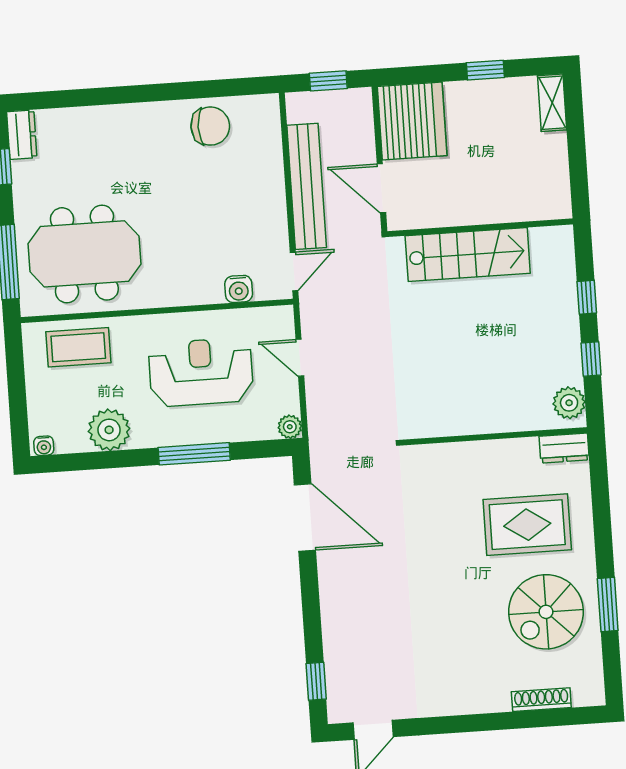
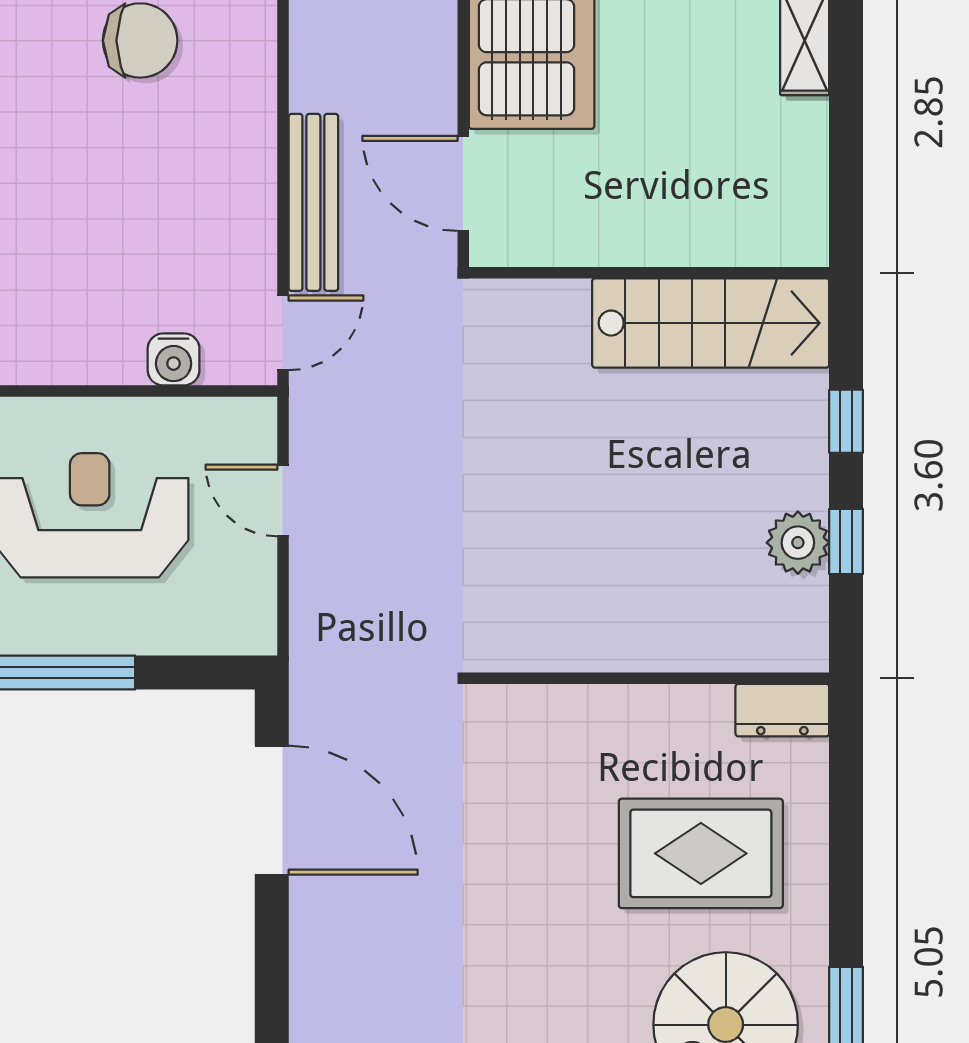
bench: (307, 186) -> (313, 202), width x0.73, depth x0.82
stairs: (468, 255) -> (711, 323), moved
plant: (569, 403) -> (798, 543), moved
plant: (290, 427) -> (254, 633), removed

